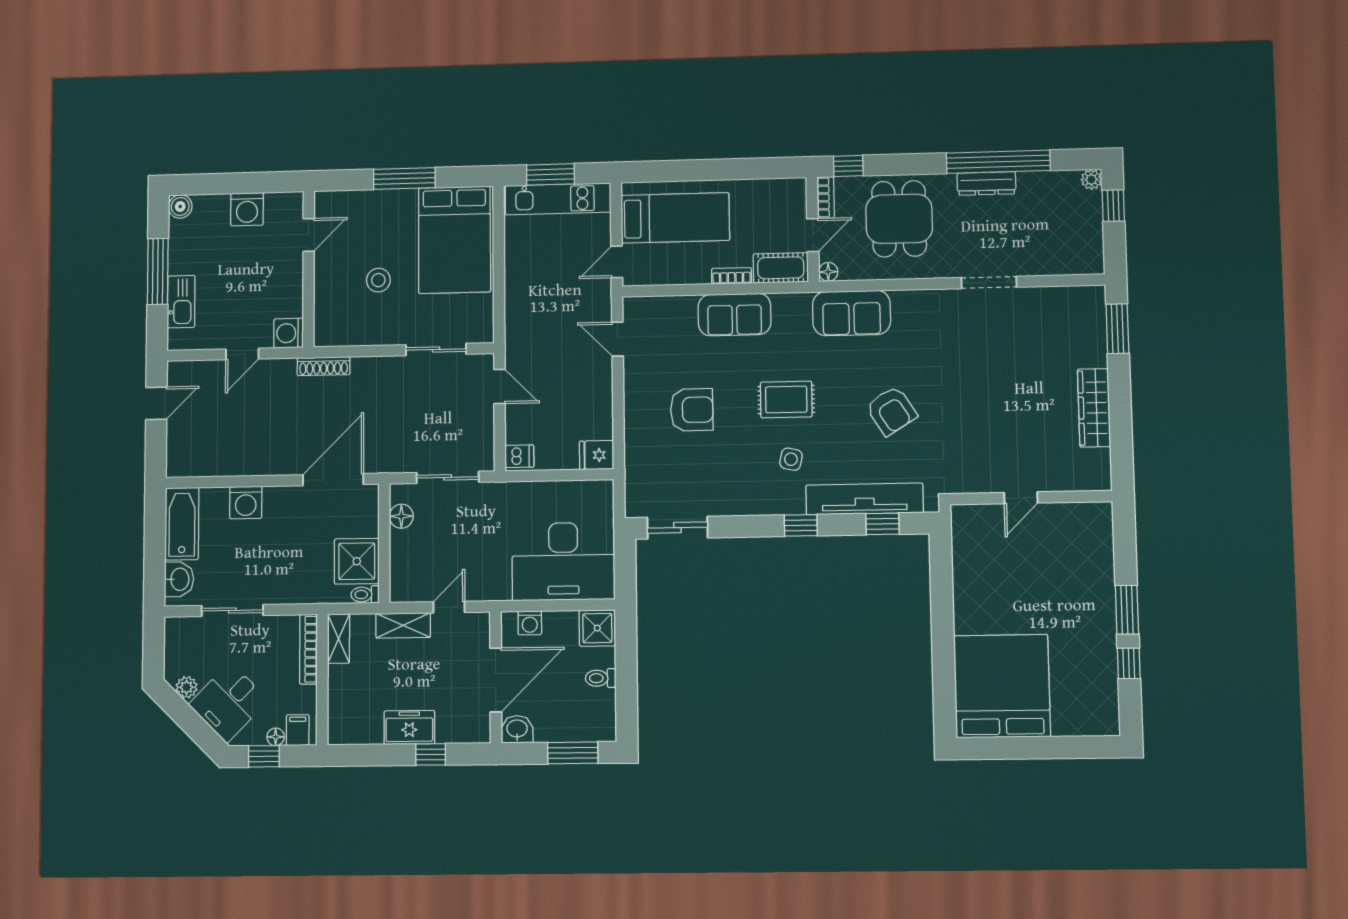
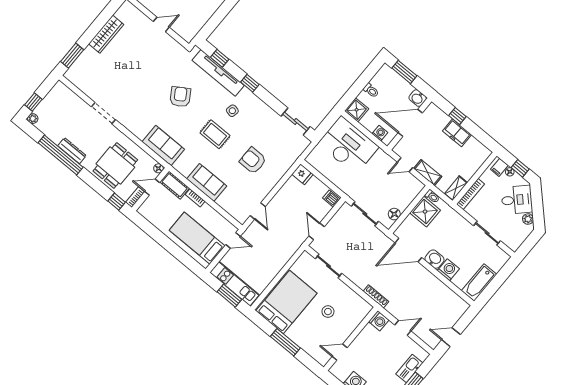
washbasin: (179, 579) -> (434, 259), moved, turned 90

